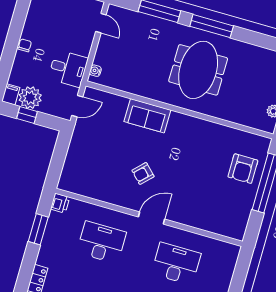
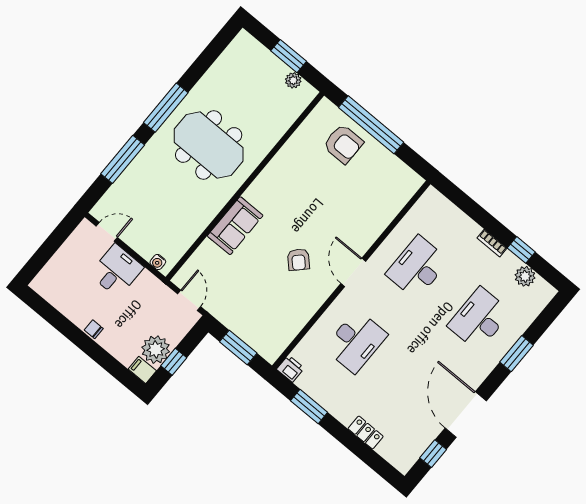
desk: (68, 68) -> (117, 271), moved
window: (59, 158) -> (238, 347), added
desk: (101, 242) -> (356, 341), turned 180

